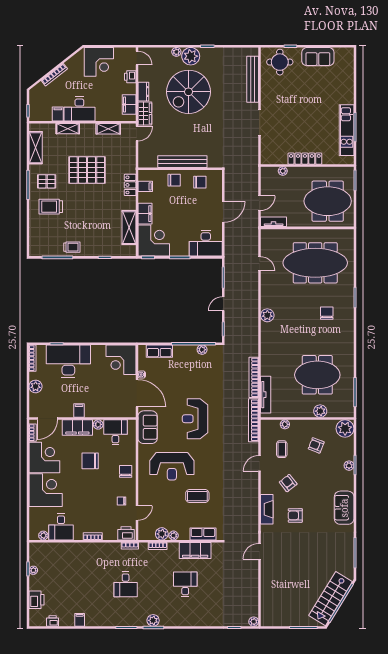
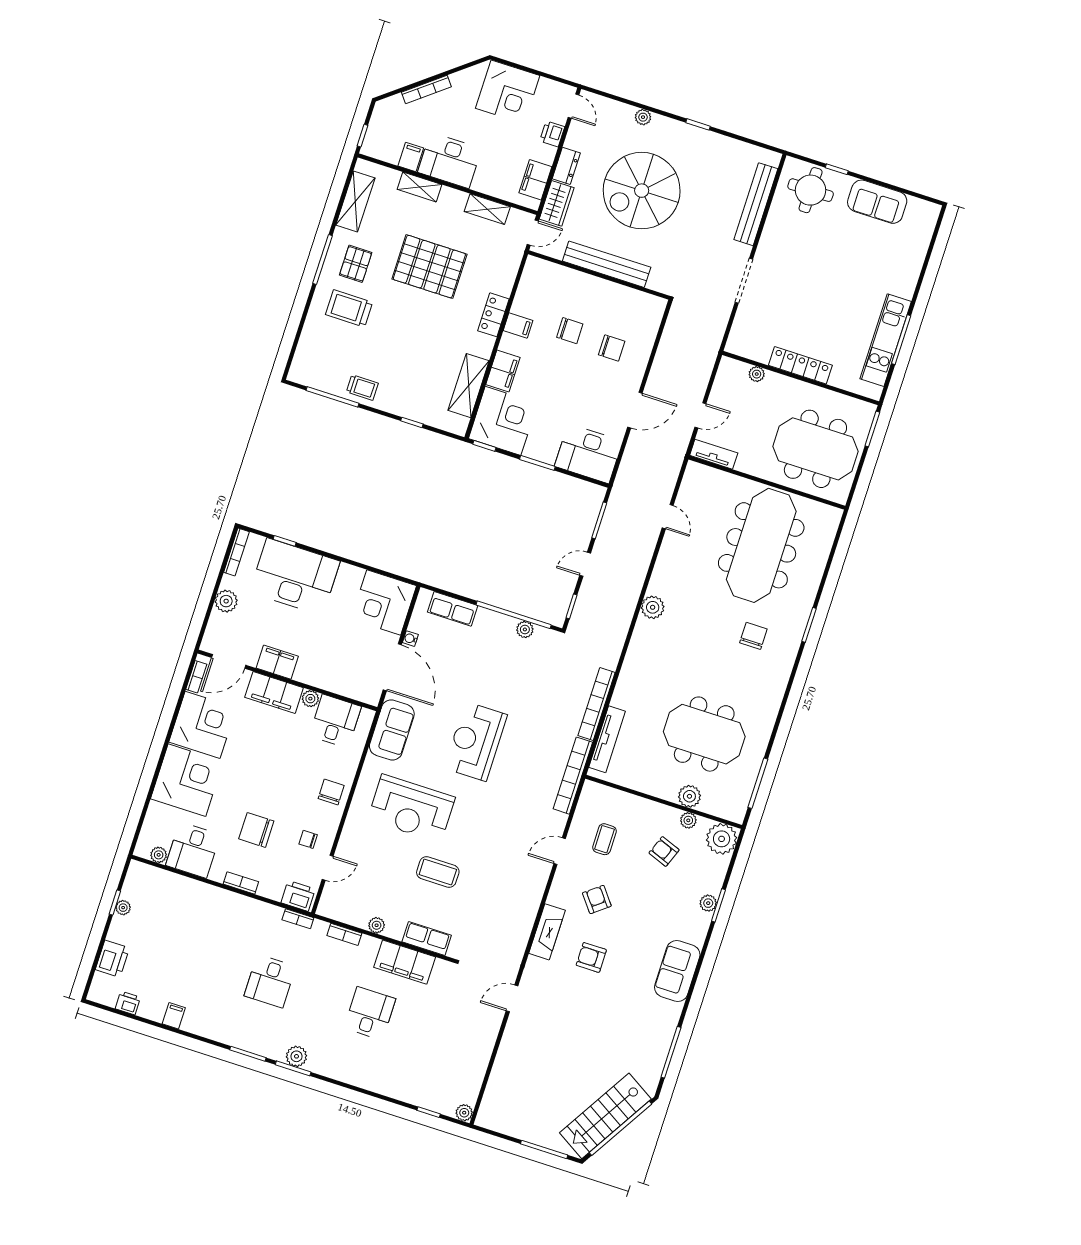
plant: (191, 56) -> (665, 132), removed
bench: (182, 162) -> (607, 264), moved
wall: (180, 169) -> (599, 275), moved
pallet: (47, 181) -> (356, 264), turned 90
meeting table: (315, 263) -> (761, 545), turned 90
filing cabinet: (79, 411) -> (277, 662), width x2.00
plant: (285, 424) -> (688, 820), moved
chair: (90, 461) -> (256, 830), moved
plant: (162, 534) -> (358, 916), removed

